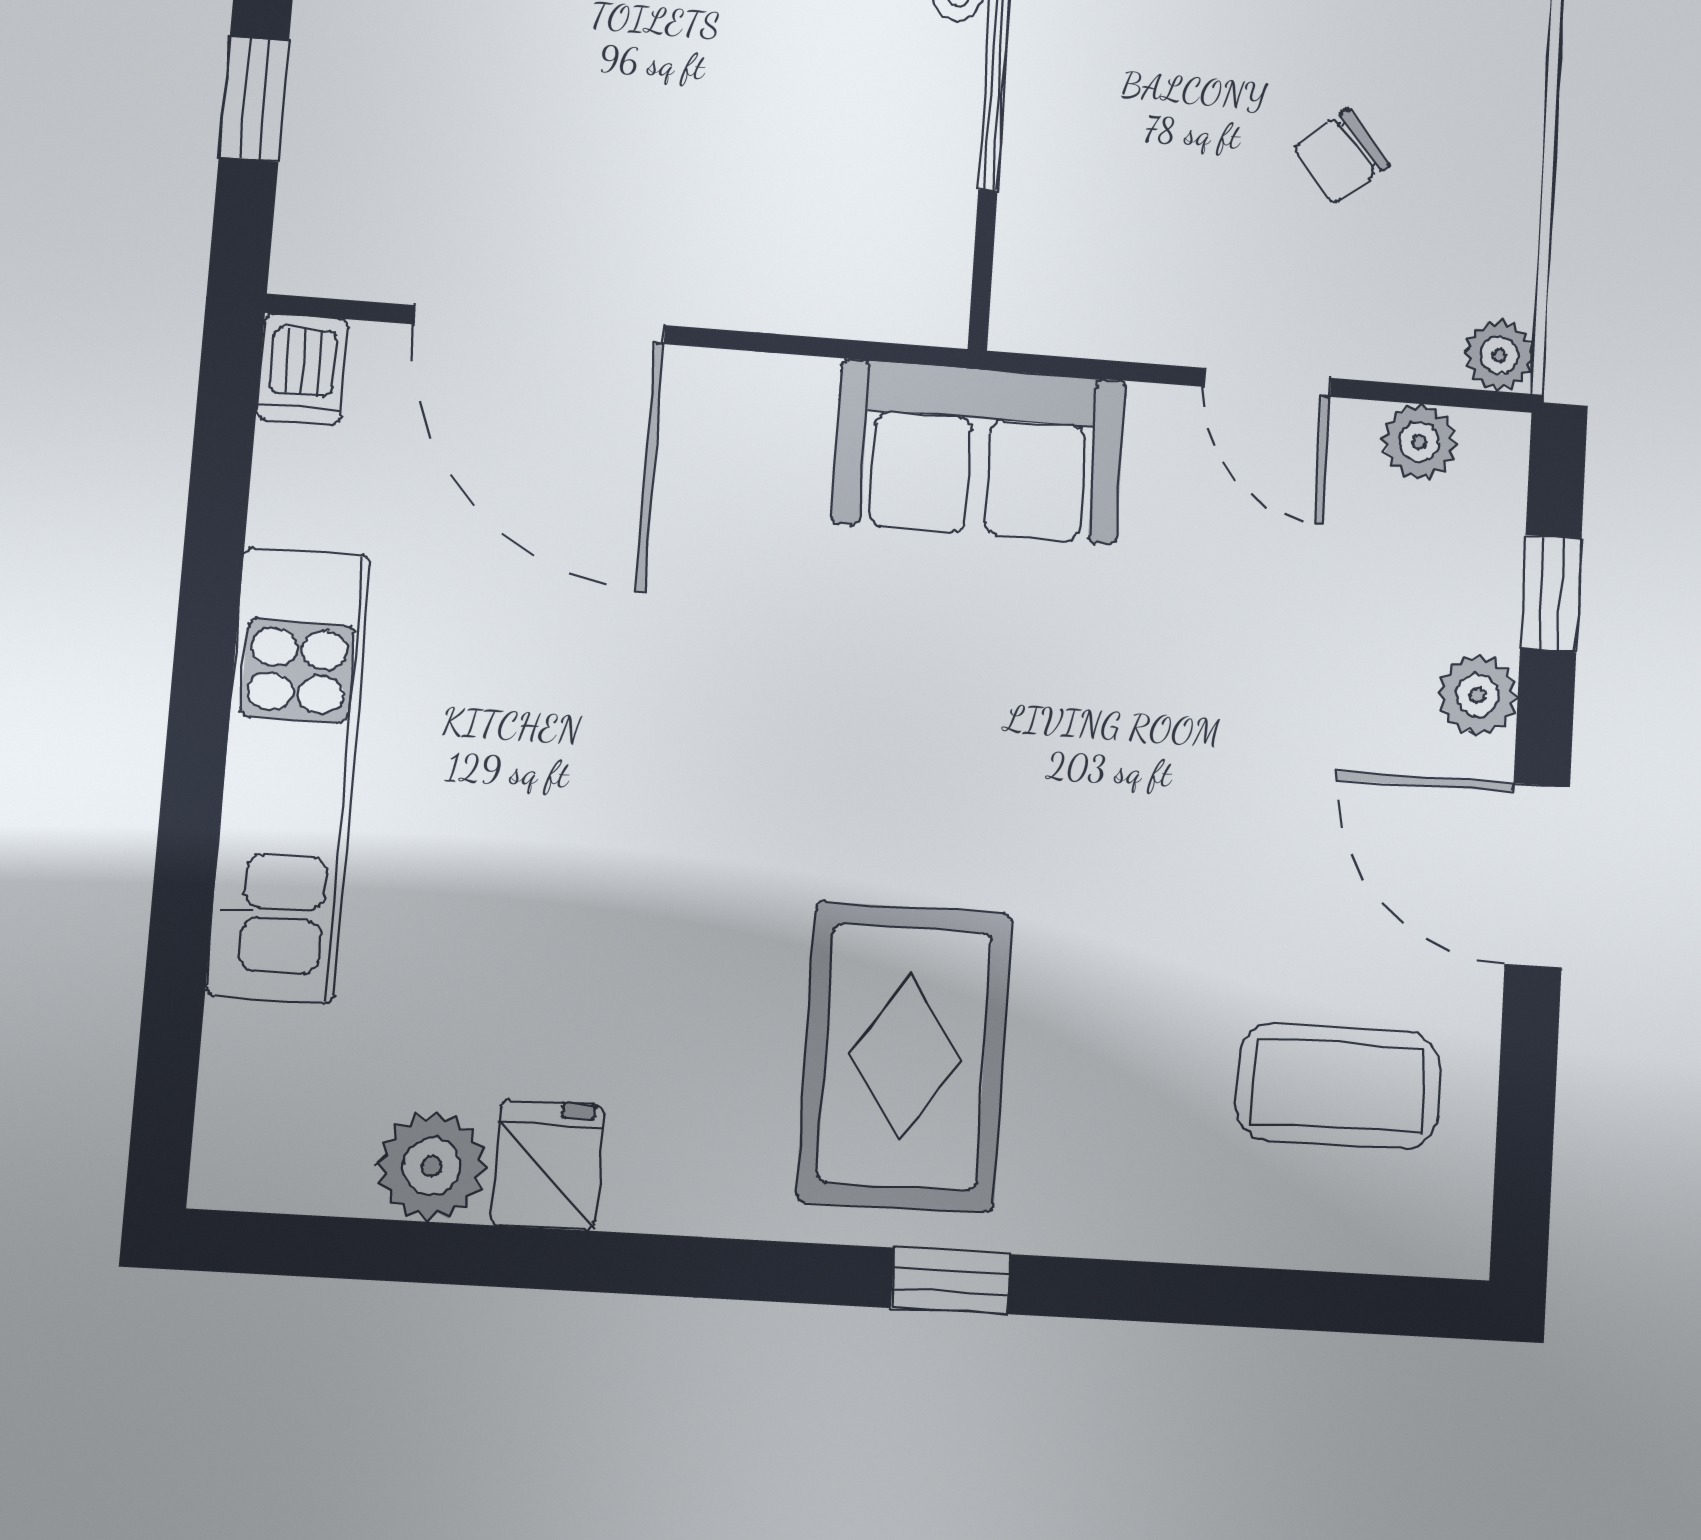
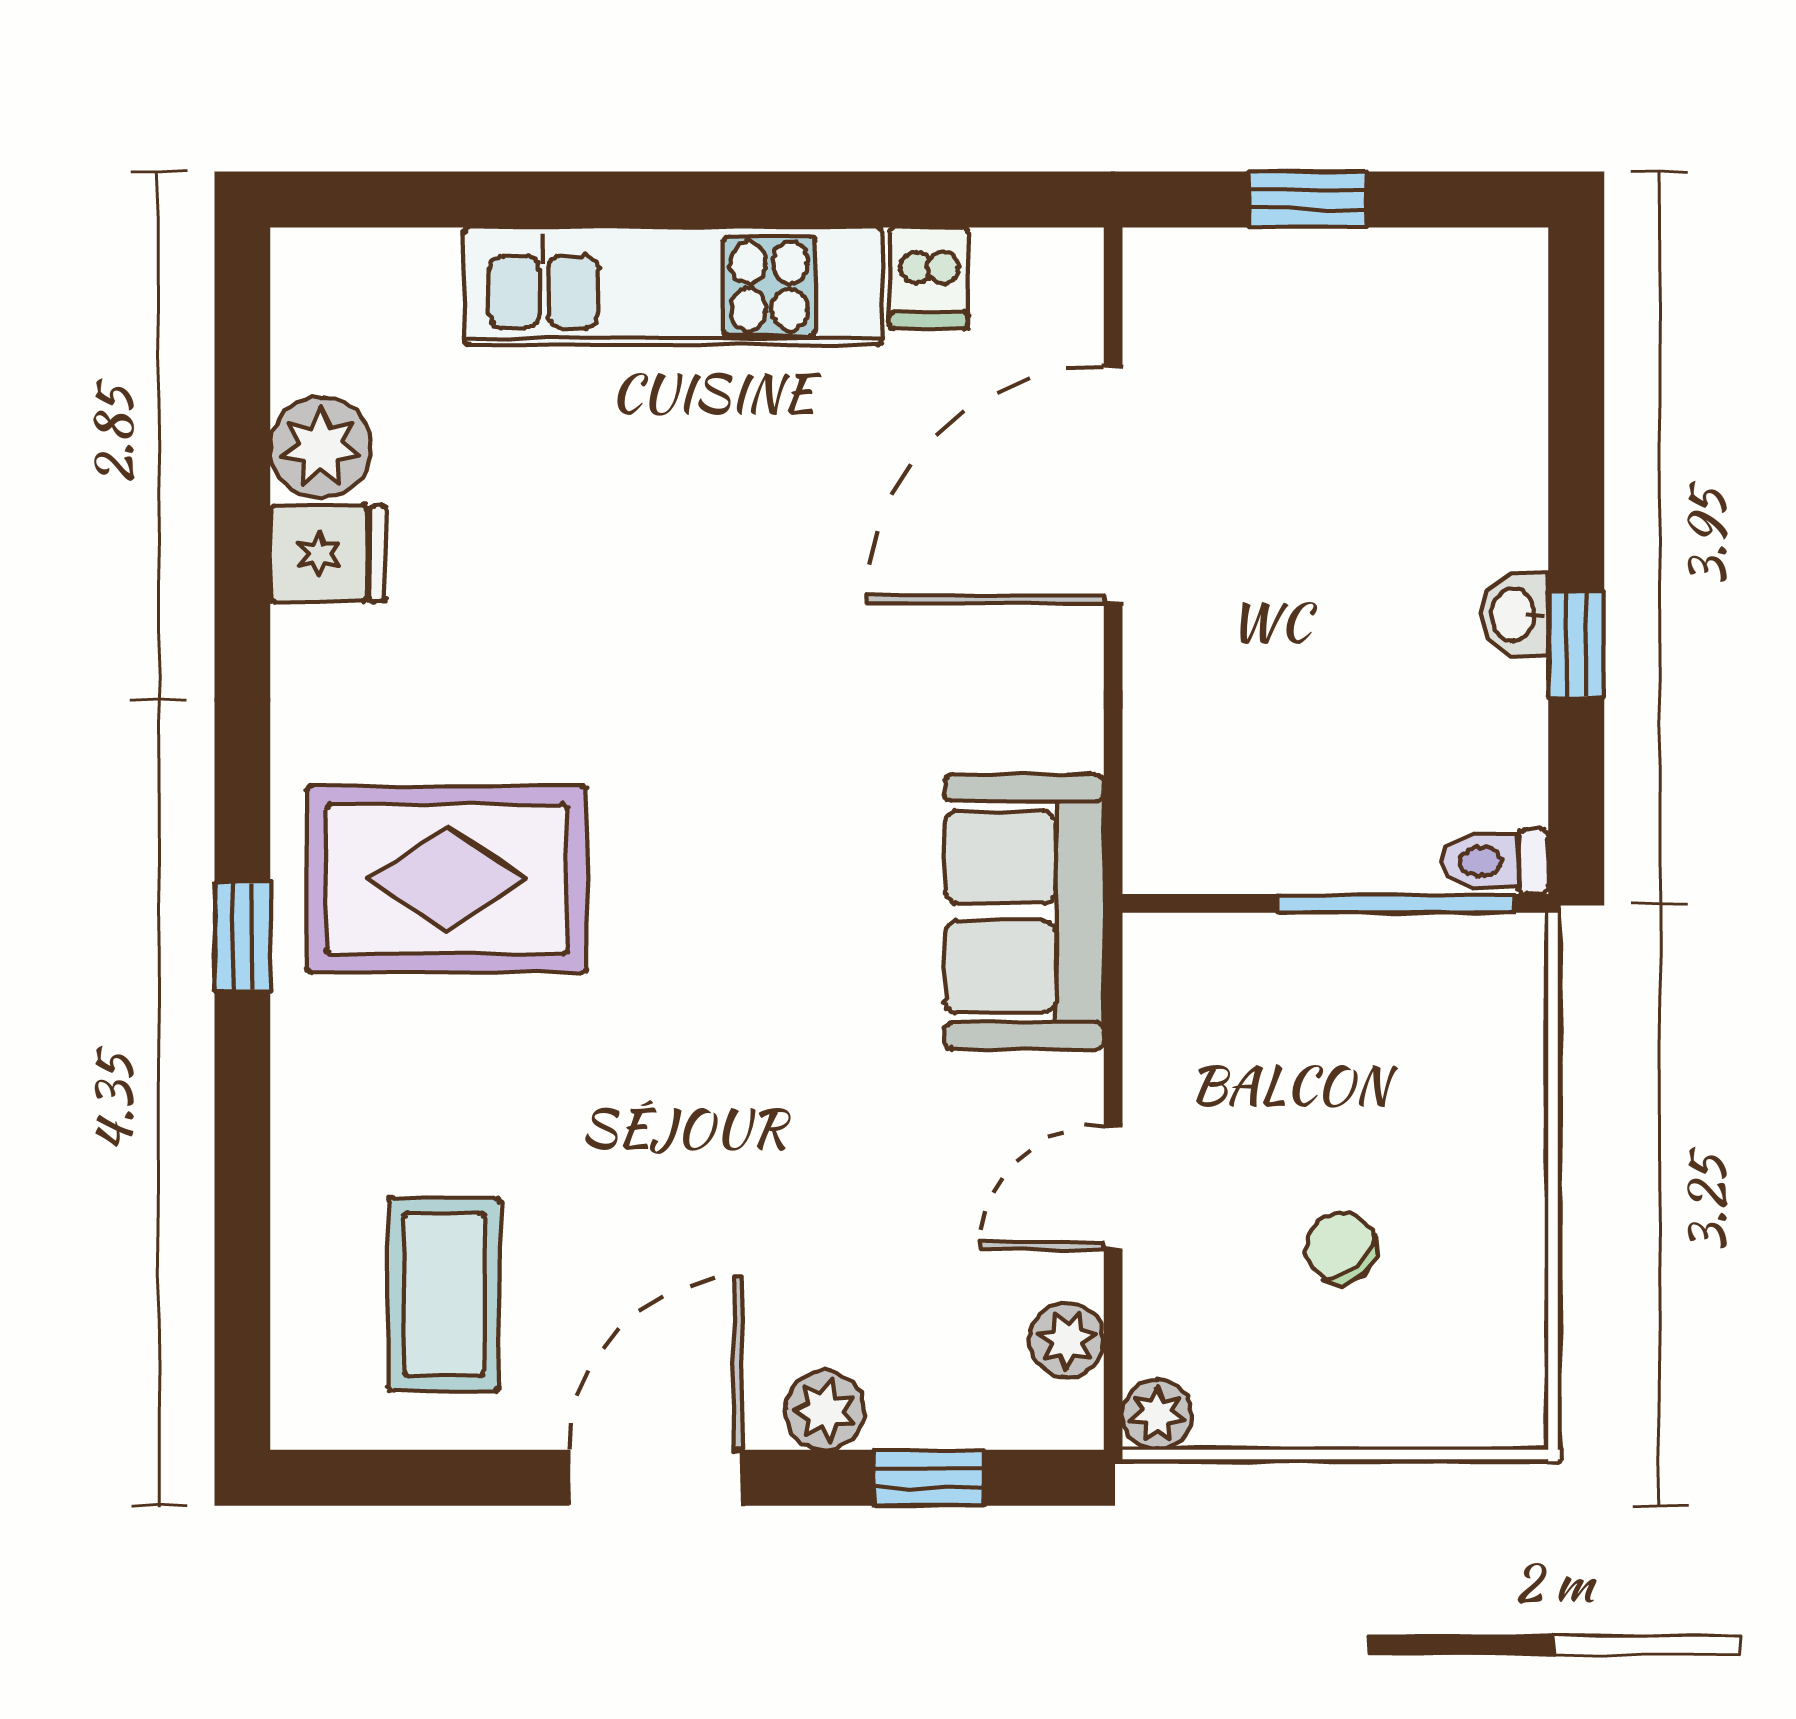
dishwasher: (302, 369) -> (929, 278), moved, turned -90

